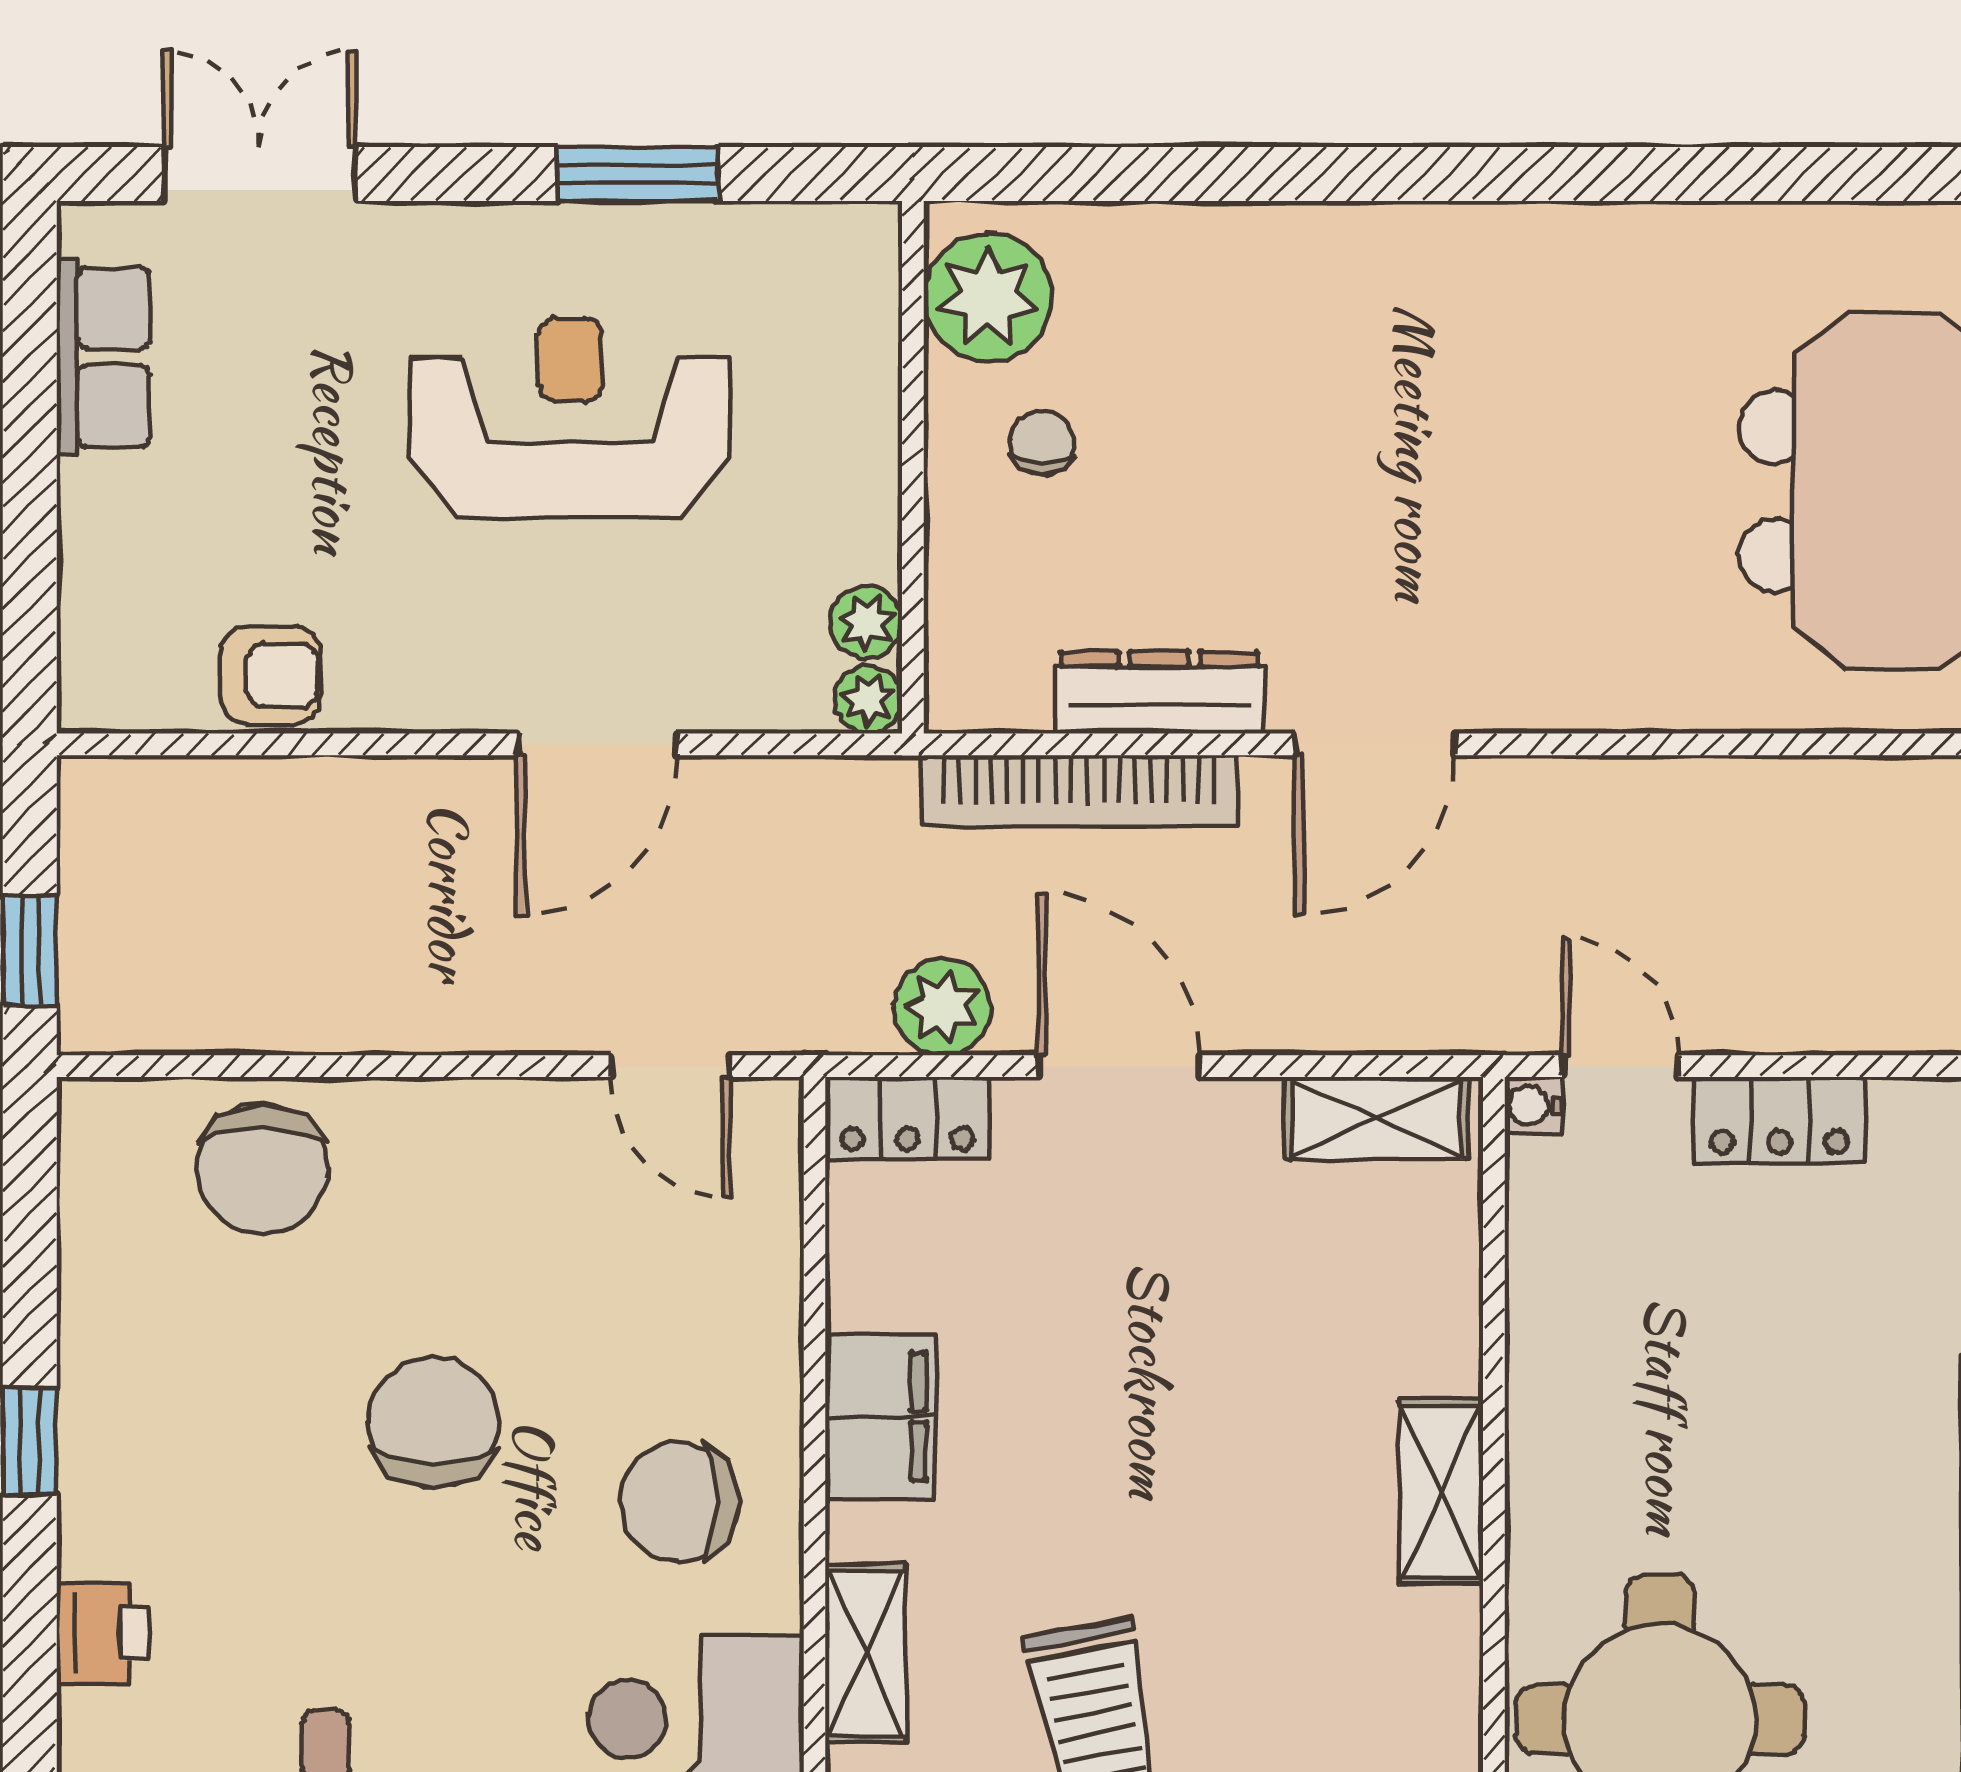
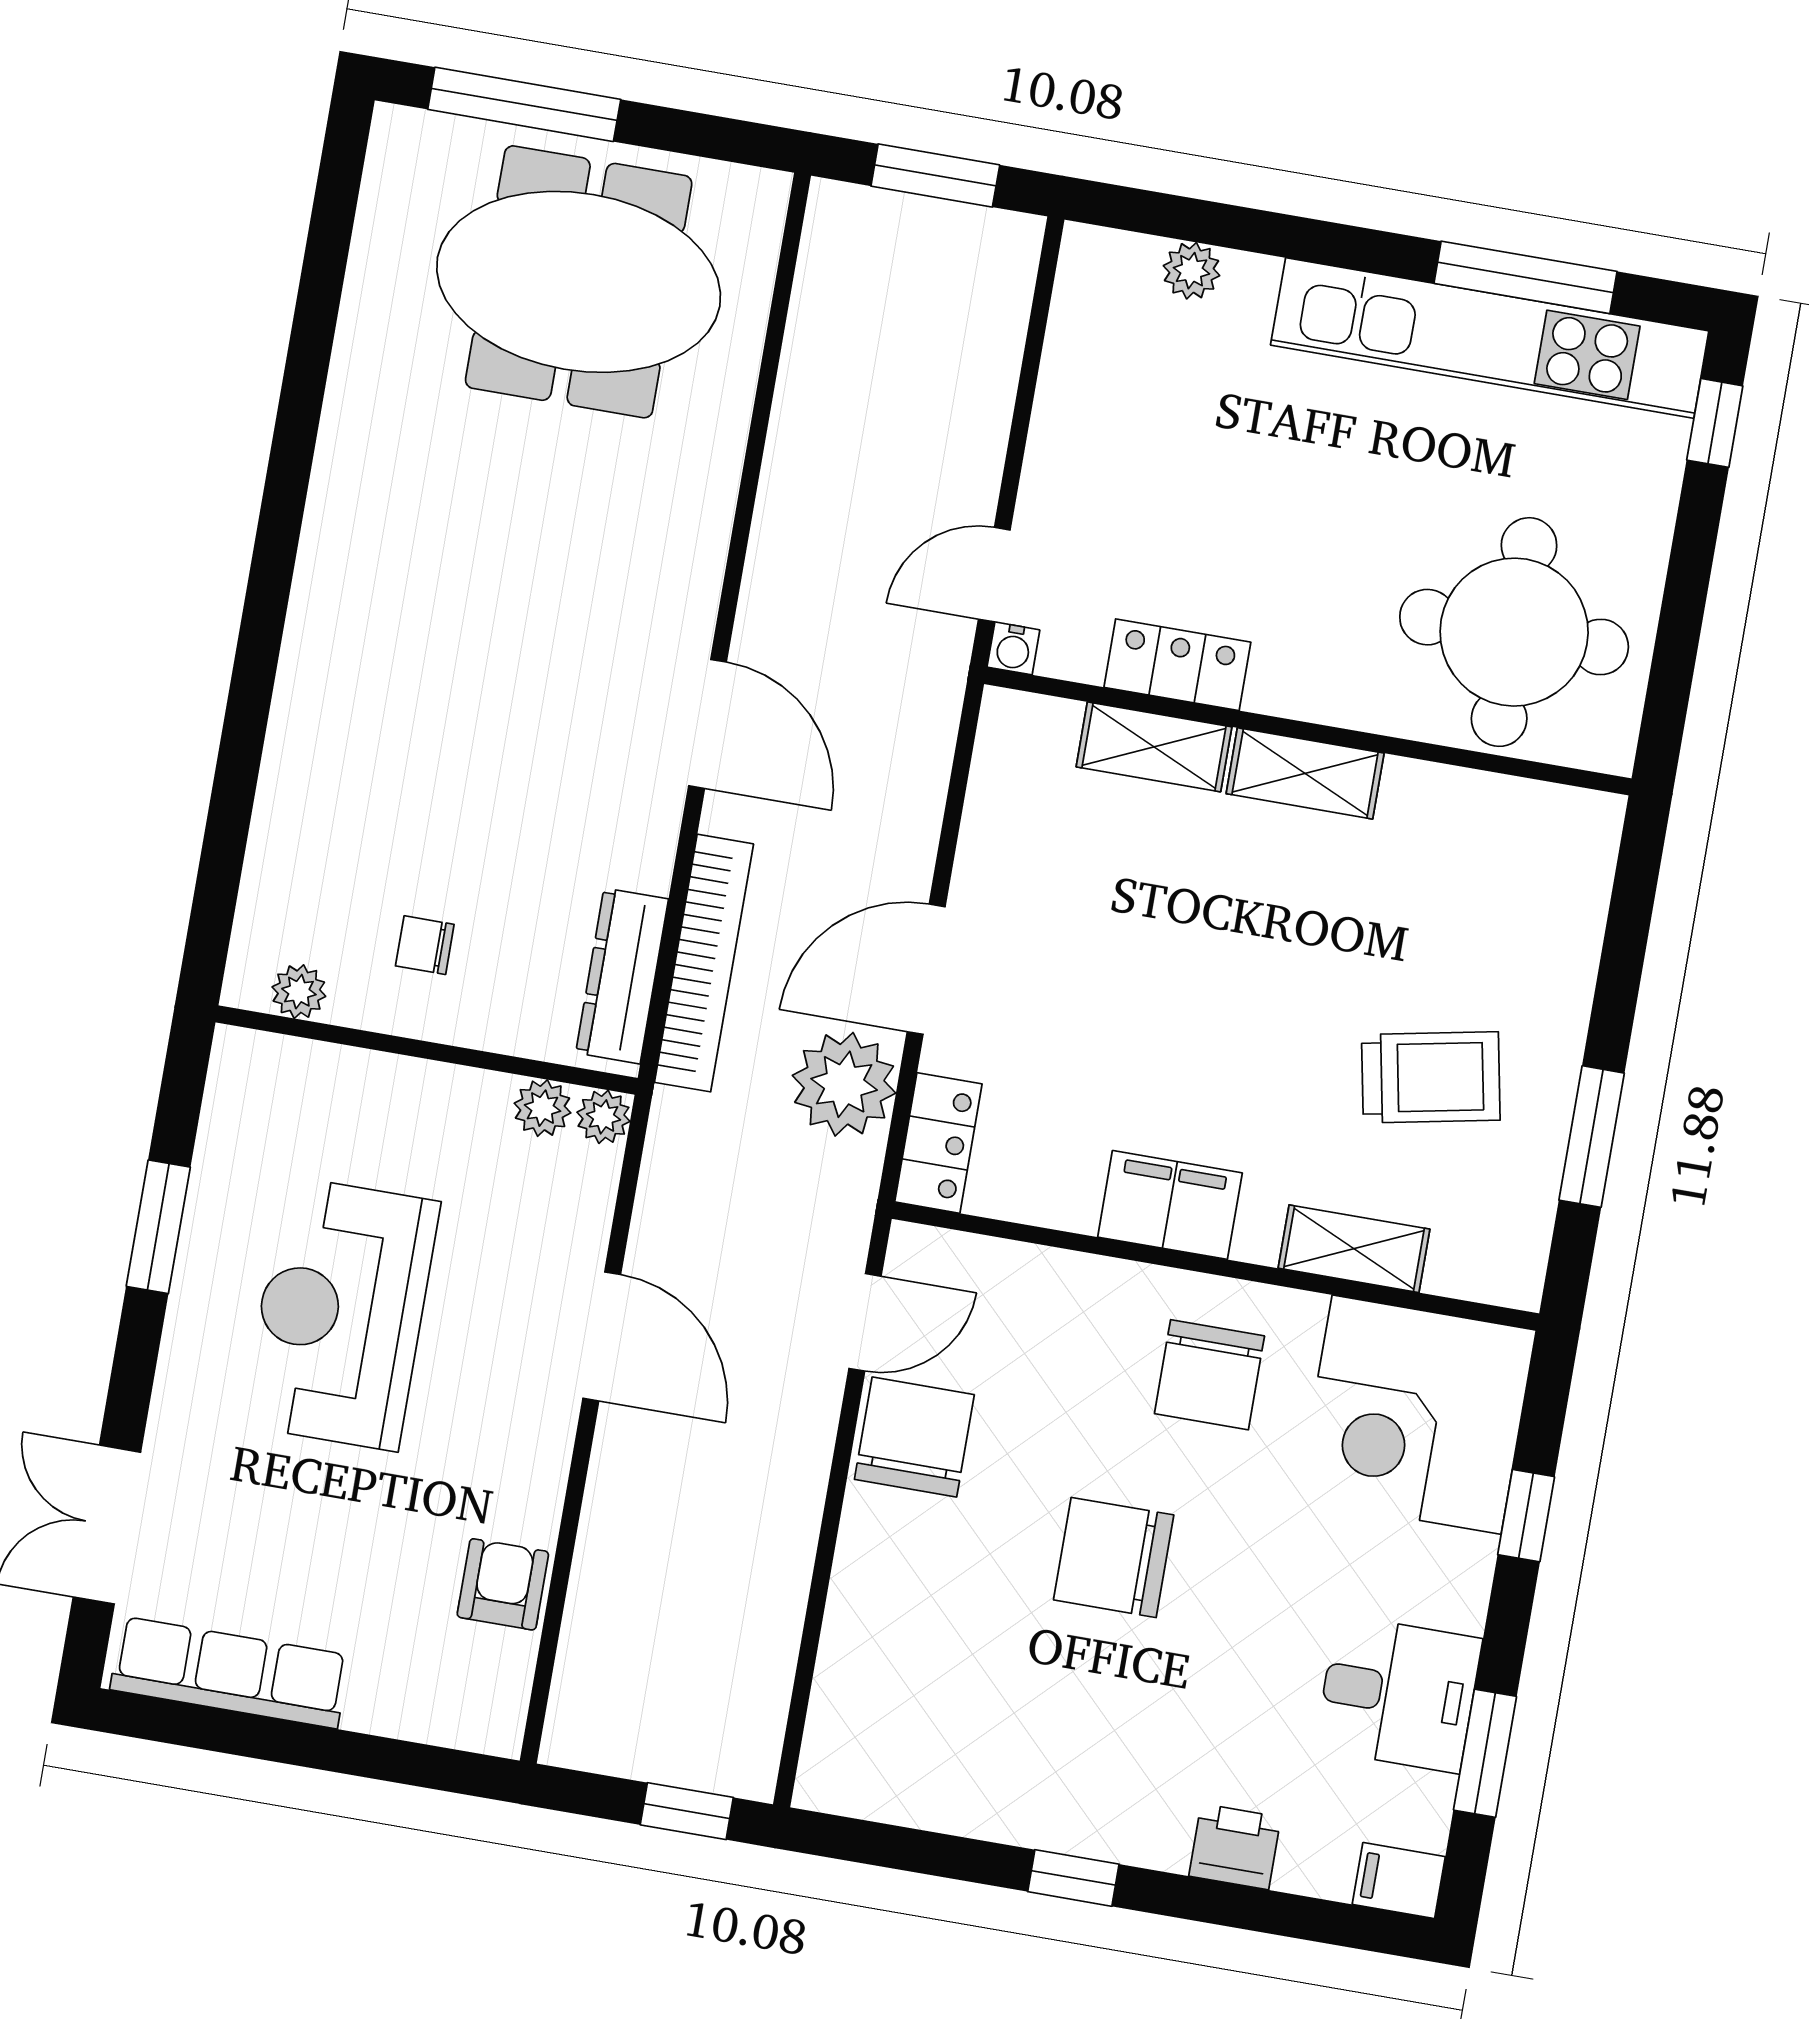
plant: (988, 297) -> (299, 992), width x0.53, depth x0.53
row of seats: (103, 357) -> (230, 1672), width x1.48
dresser: (1159, 693) -> (622, 976), moved
plant: (942, 1007) -> (844, 1084), width x1.36, depth x1.36
shelving: (1376, 1118) -> (1154, 747), moved, turned 90
locker: (1779, 1120) -> (1177, 665), moved, turned -90
chair: (262, 1169) -> (914, 1437), moved, turned -90

